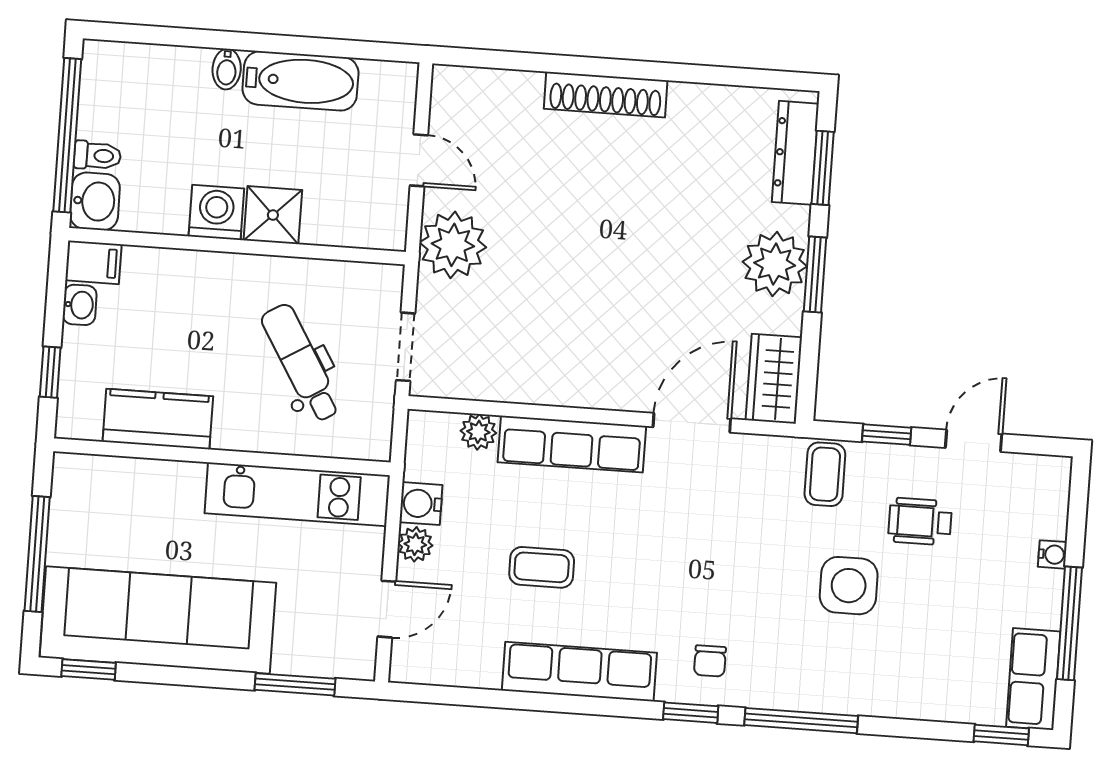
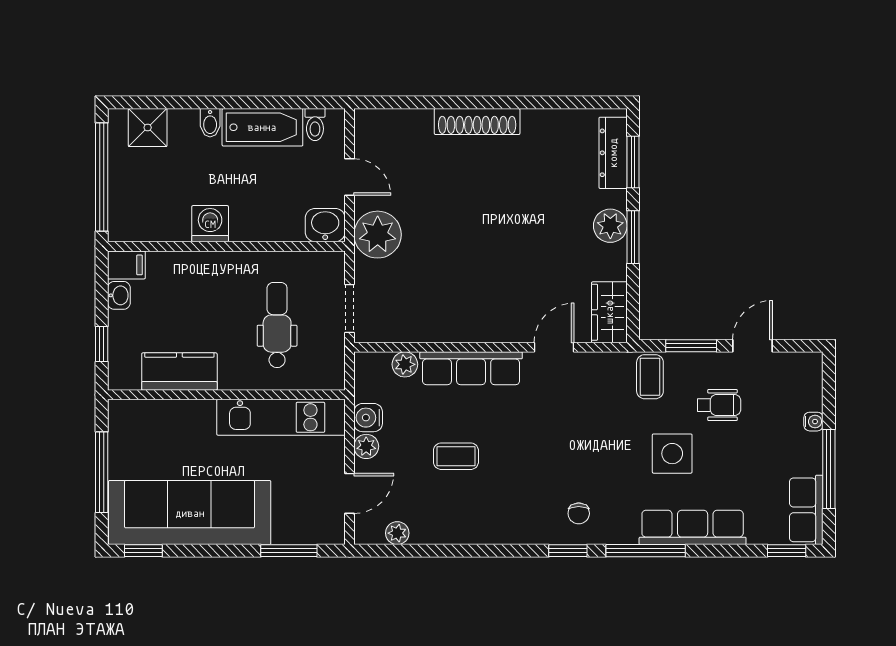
toilet: (97, 156) -> (315, 124), moved, turned 90
washbasin: (95, 201) -> (325, 225), moved, turned -90
shower: (273, 215) -> (148, 127), moved
plant: (775, 264) -> (610, 226), width x0.73, depth x0.73
dental chair: (301, 363) -> (277, 325), turned 31
door: (692, 423) -> (554, 347), width x0.73
window: (887, 435) -> (691, 346), width x1.50
wheelchair: (920, 521) -> (719, 405), turned 180
plant: (450, 670) -> (397, 533), added
row of seats: (579, 672) -> (693, 527), moved

